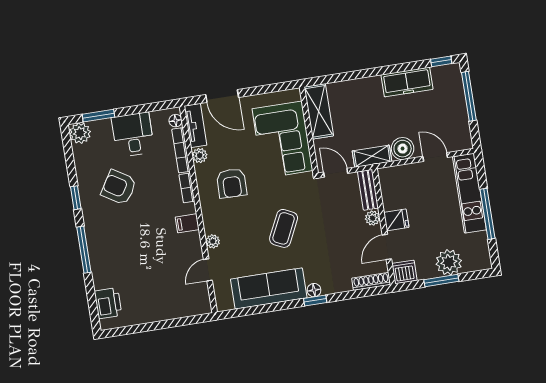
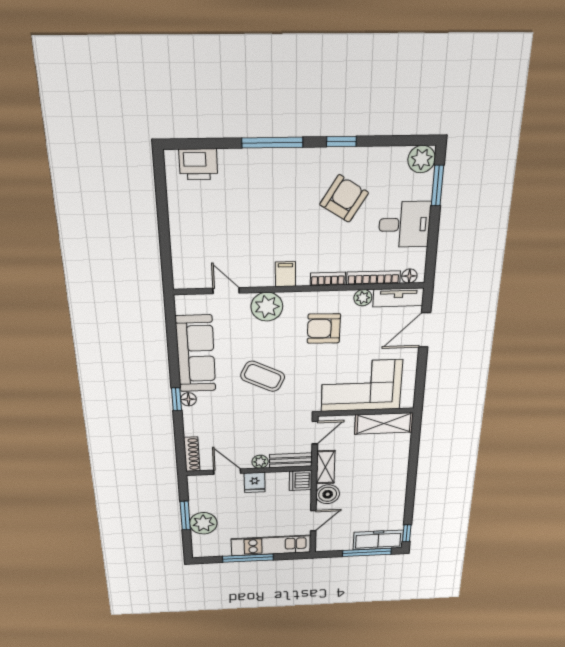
freezer: (407, 82) -> (378, 540), moved, turned 90
plant: (213, 241) -> (267, 307), width x1.88, depth x1.88
dishwasher: (404, 272) -> (301, 480), moved, turned 180

